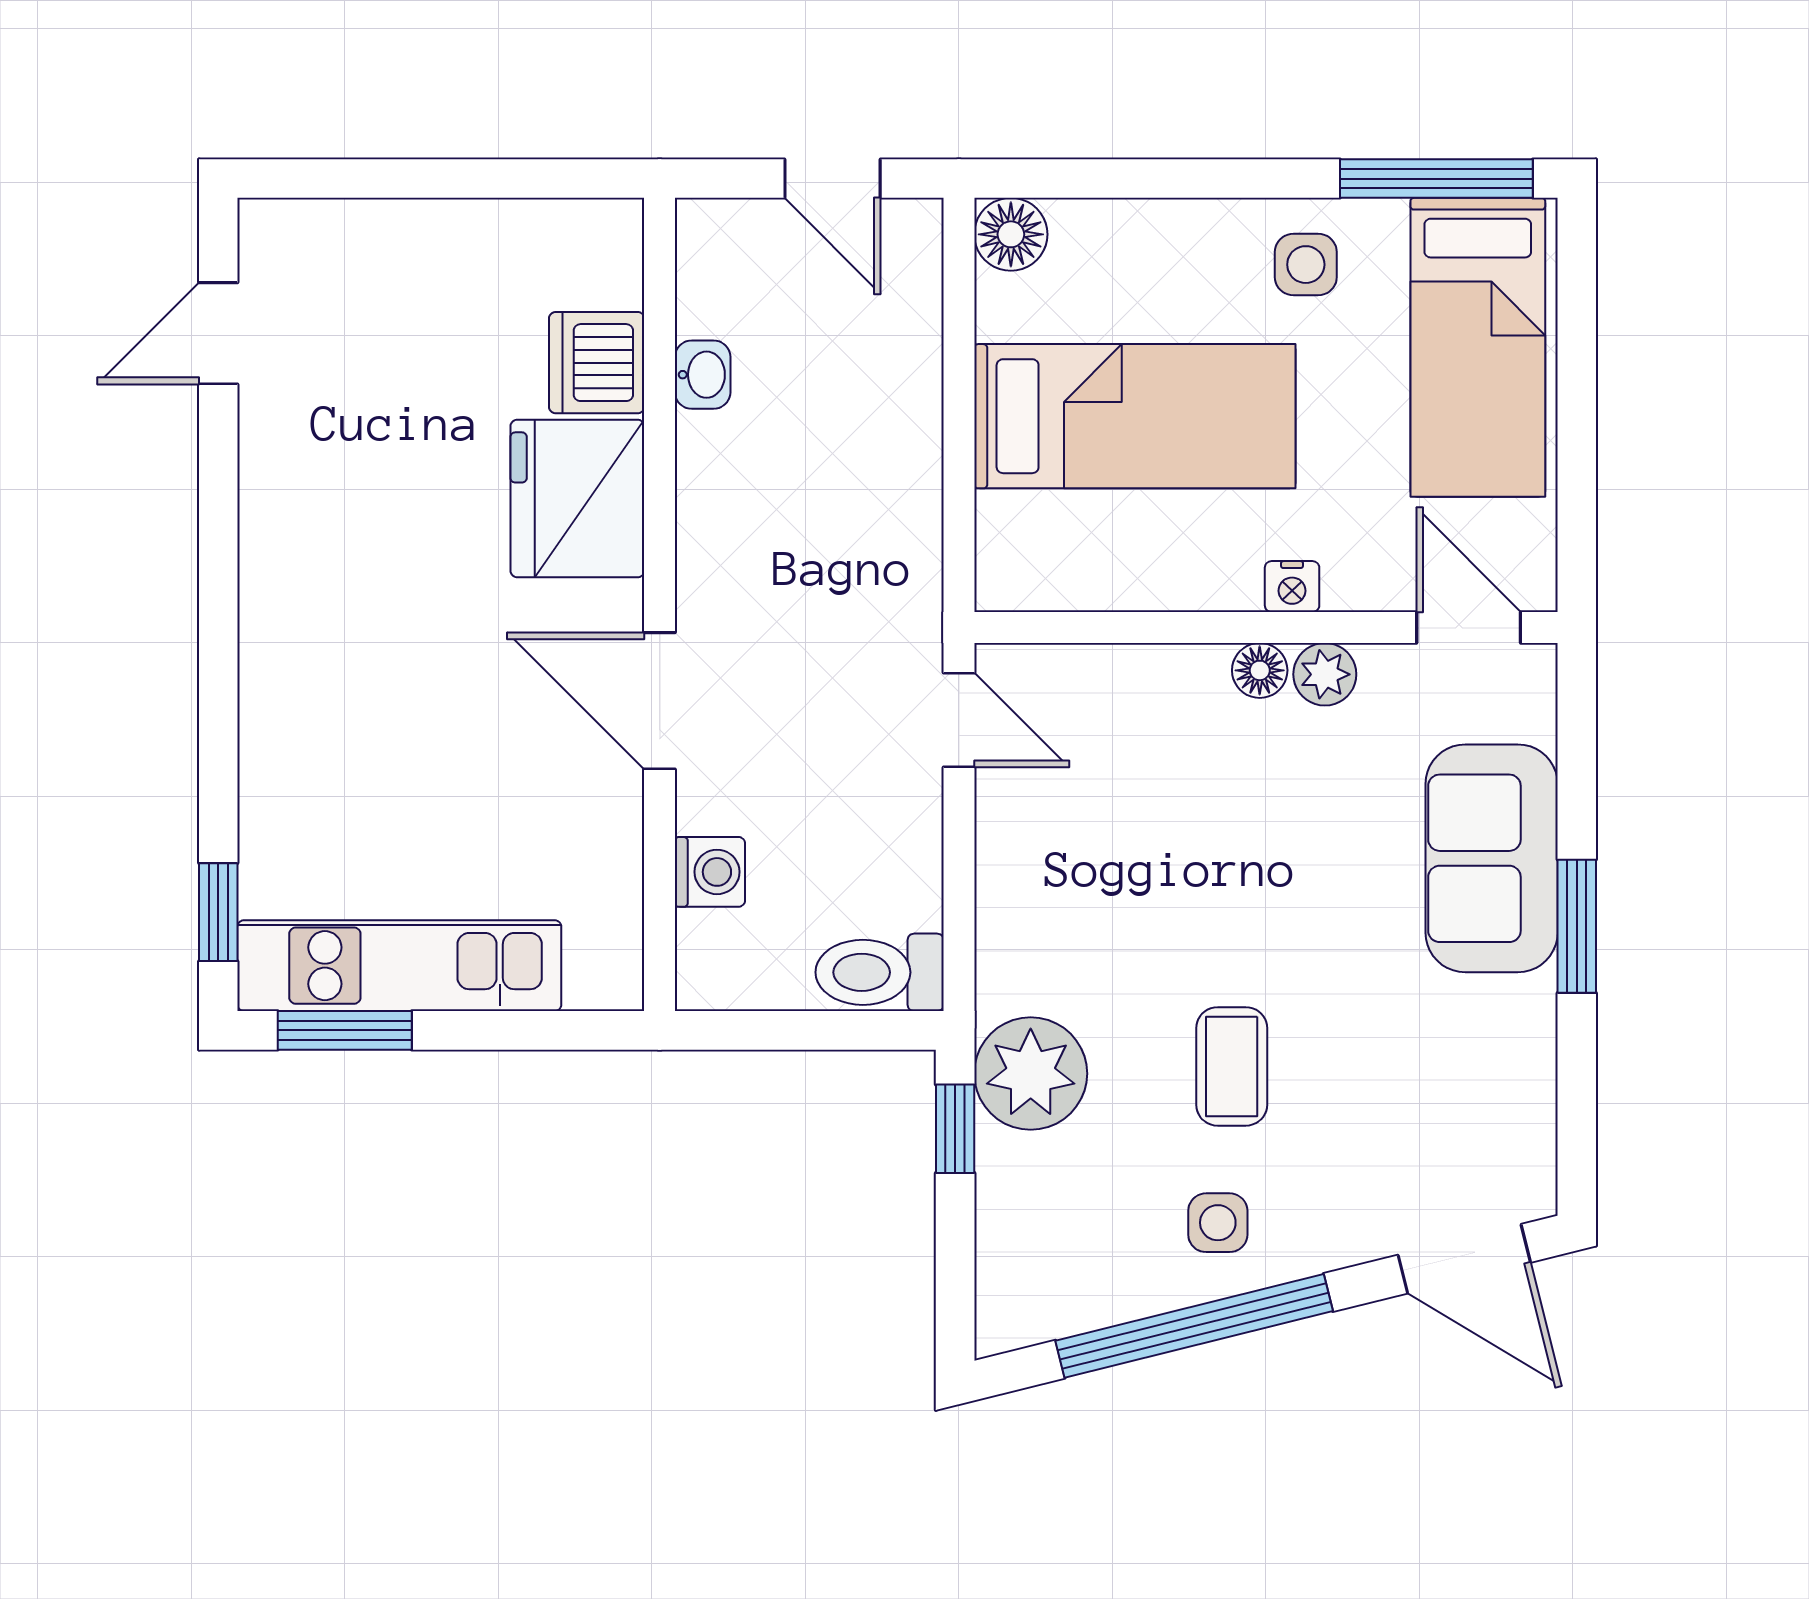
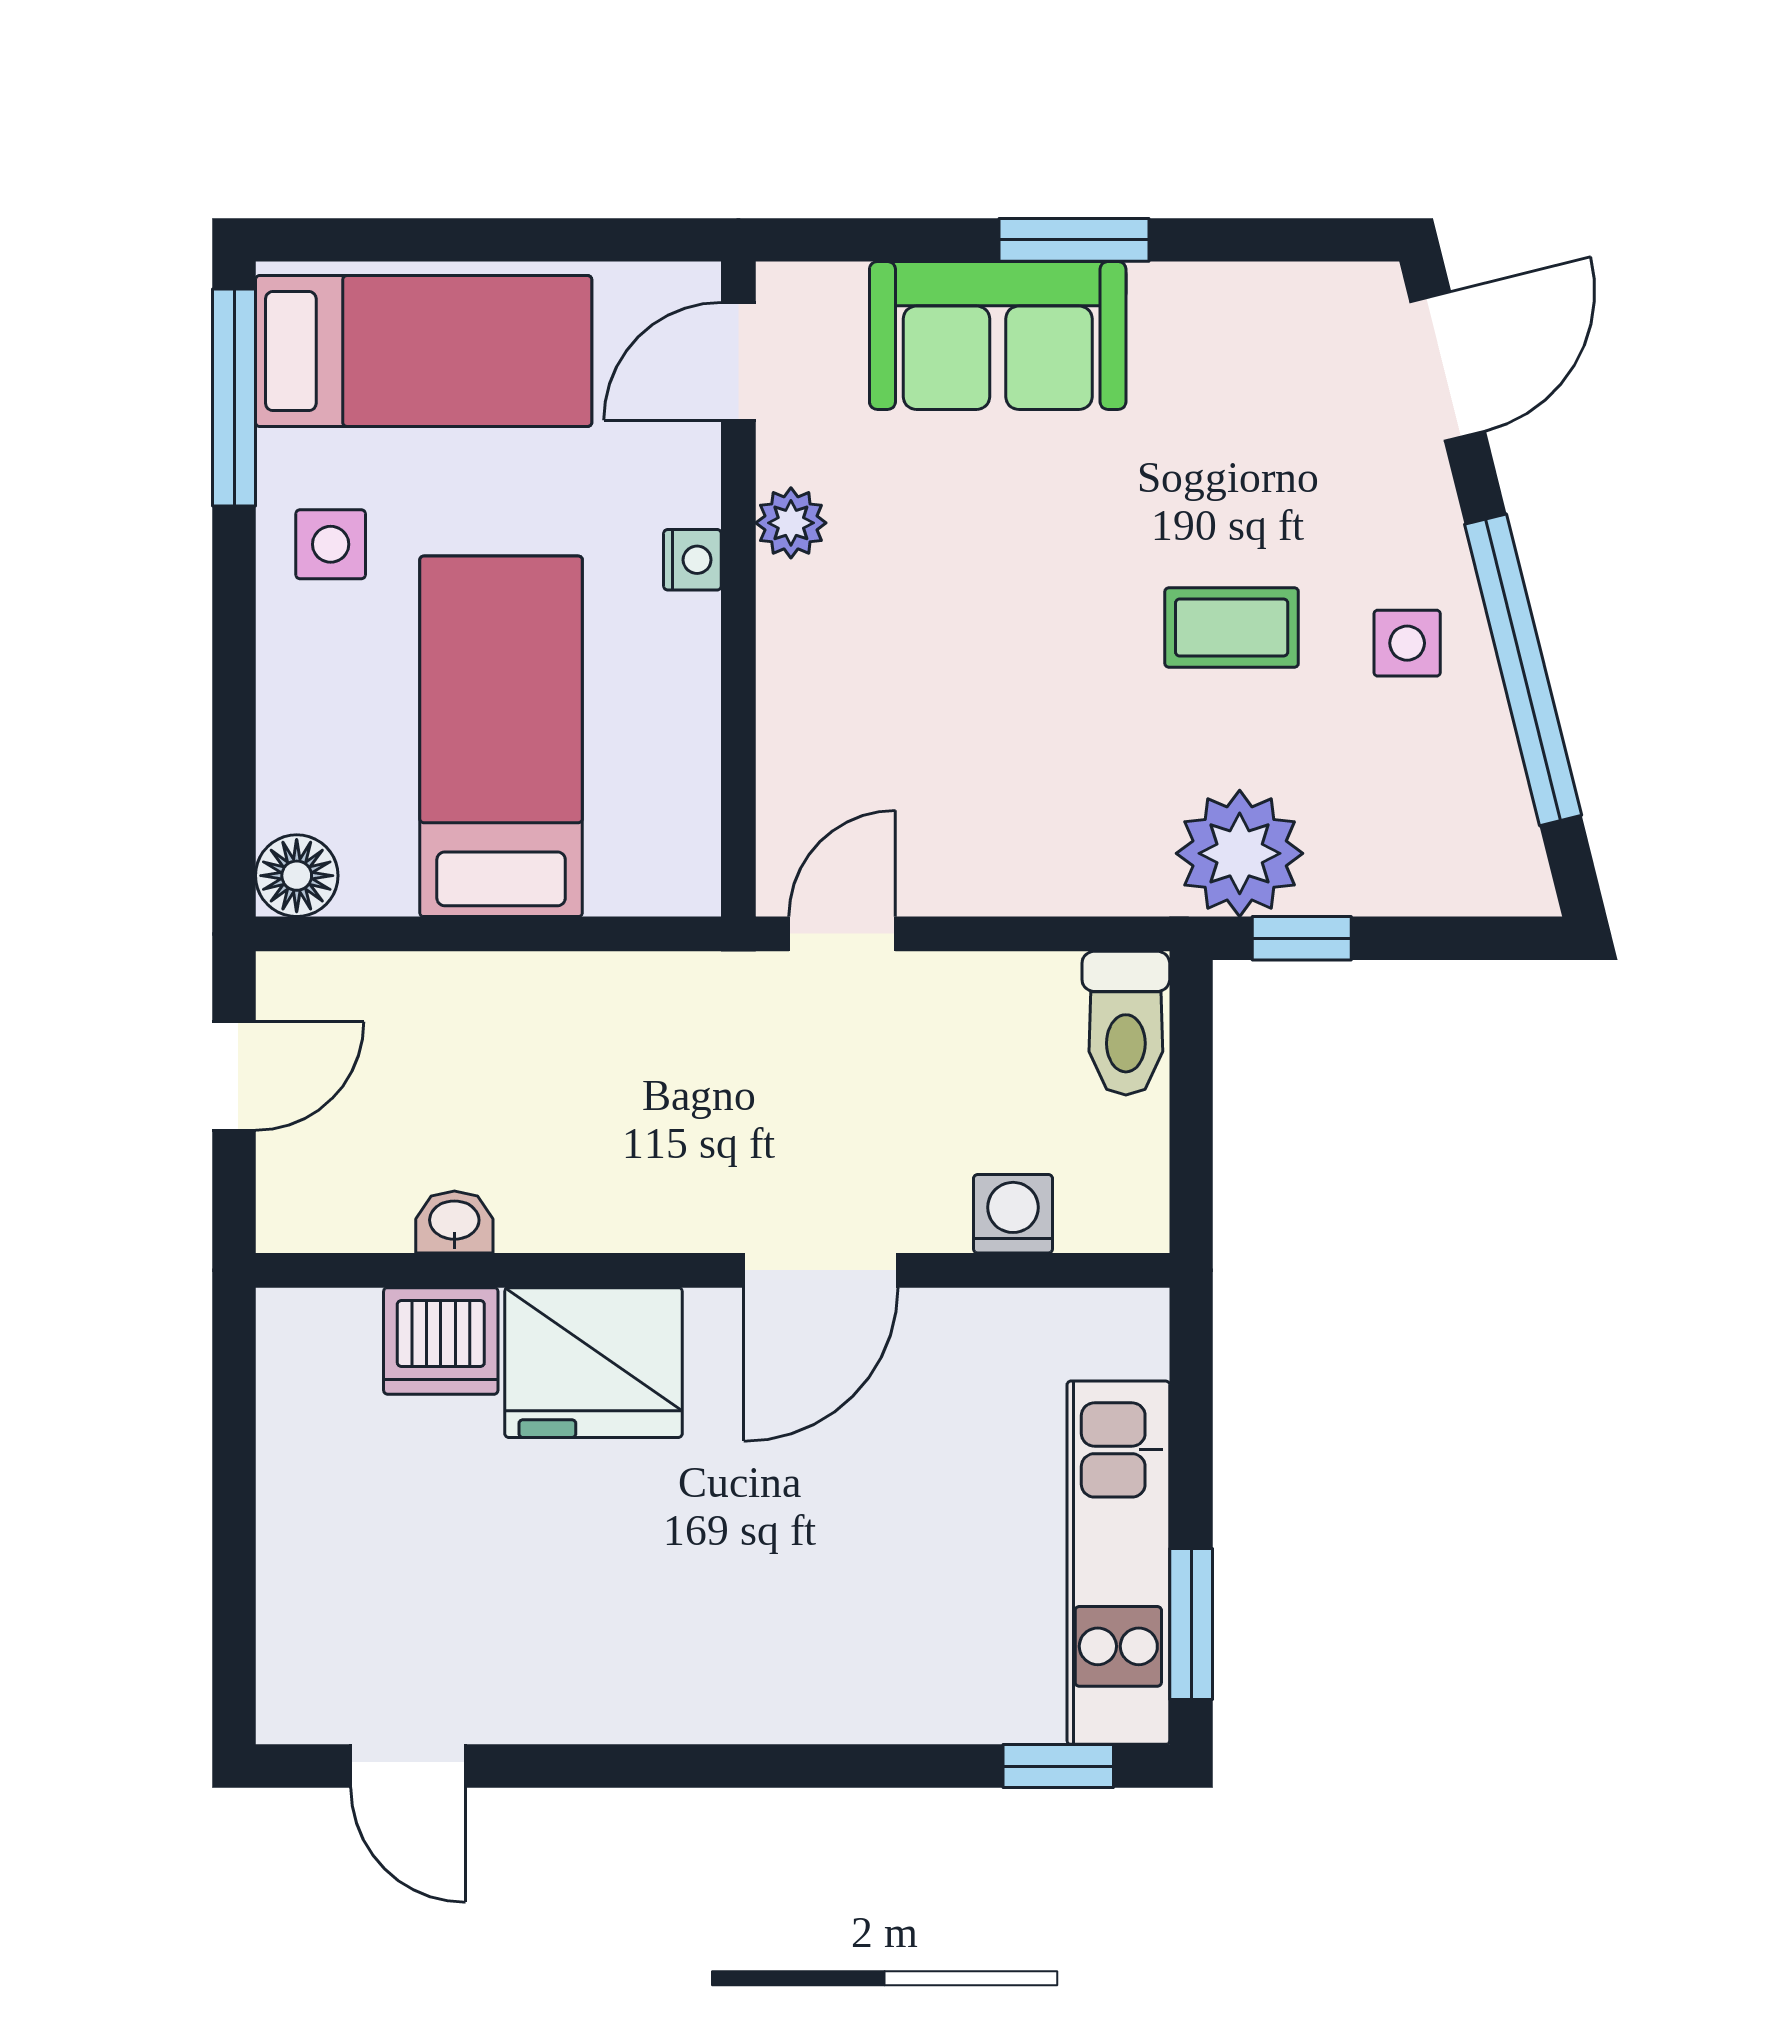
floor lamp: (1260, 670) -> (787, 596), removed

